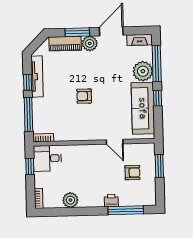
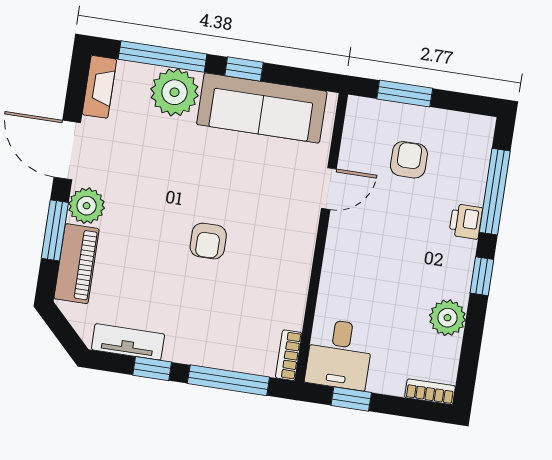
tv unit: (37, 76) -> (128, 342), width x0.71
window: (90, 211) -> (482, 276), added

